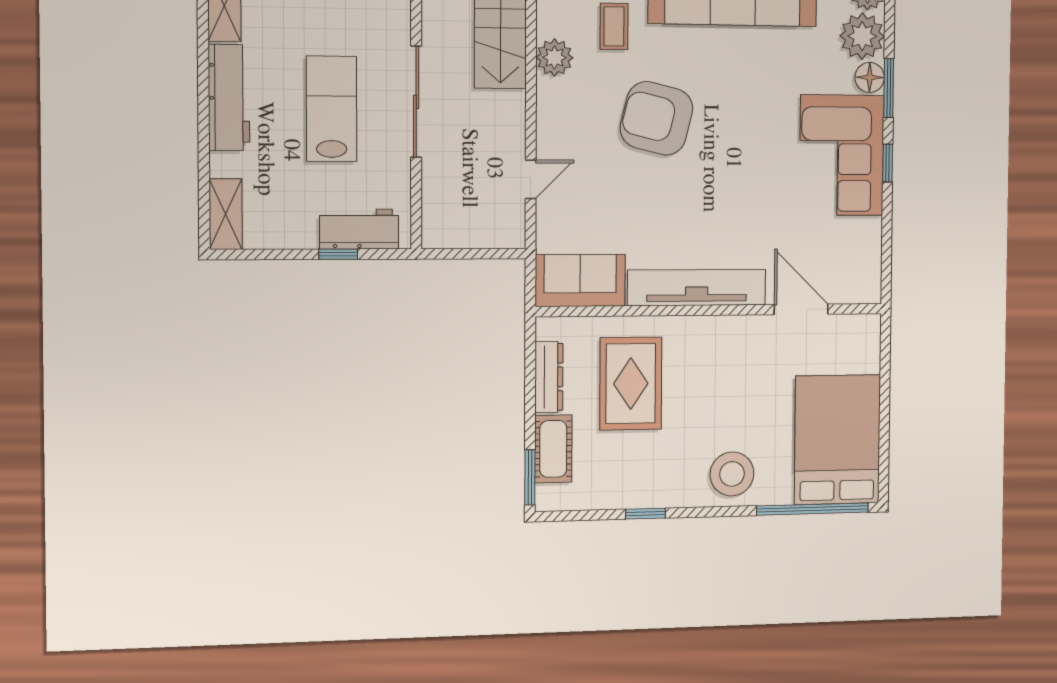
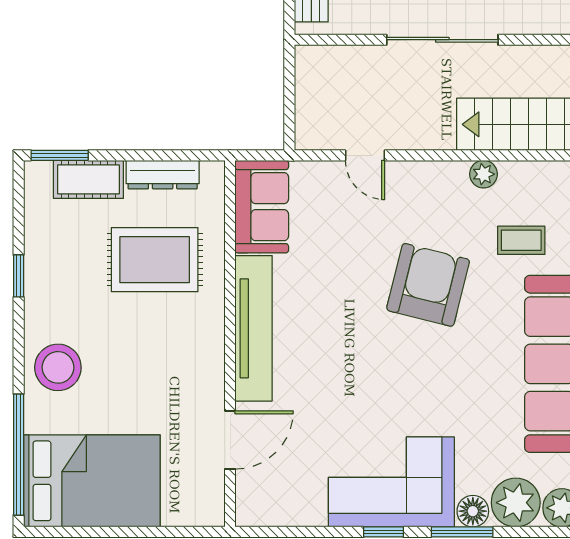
plant: (554, 58) -> (484, 174), width x0.73, depth x0.73

